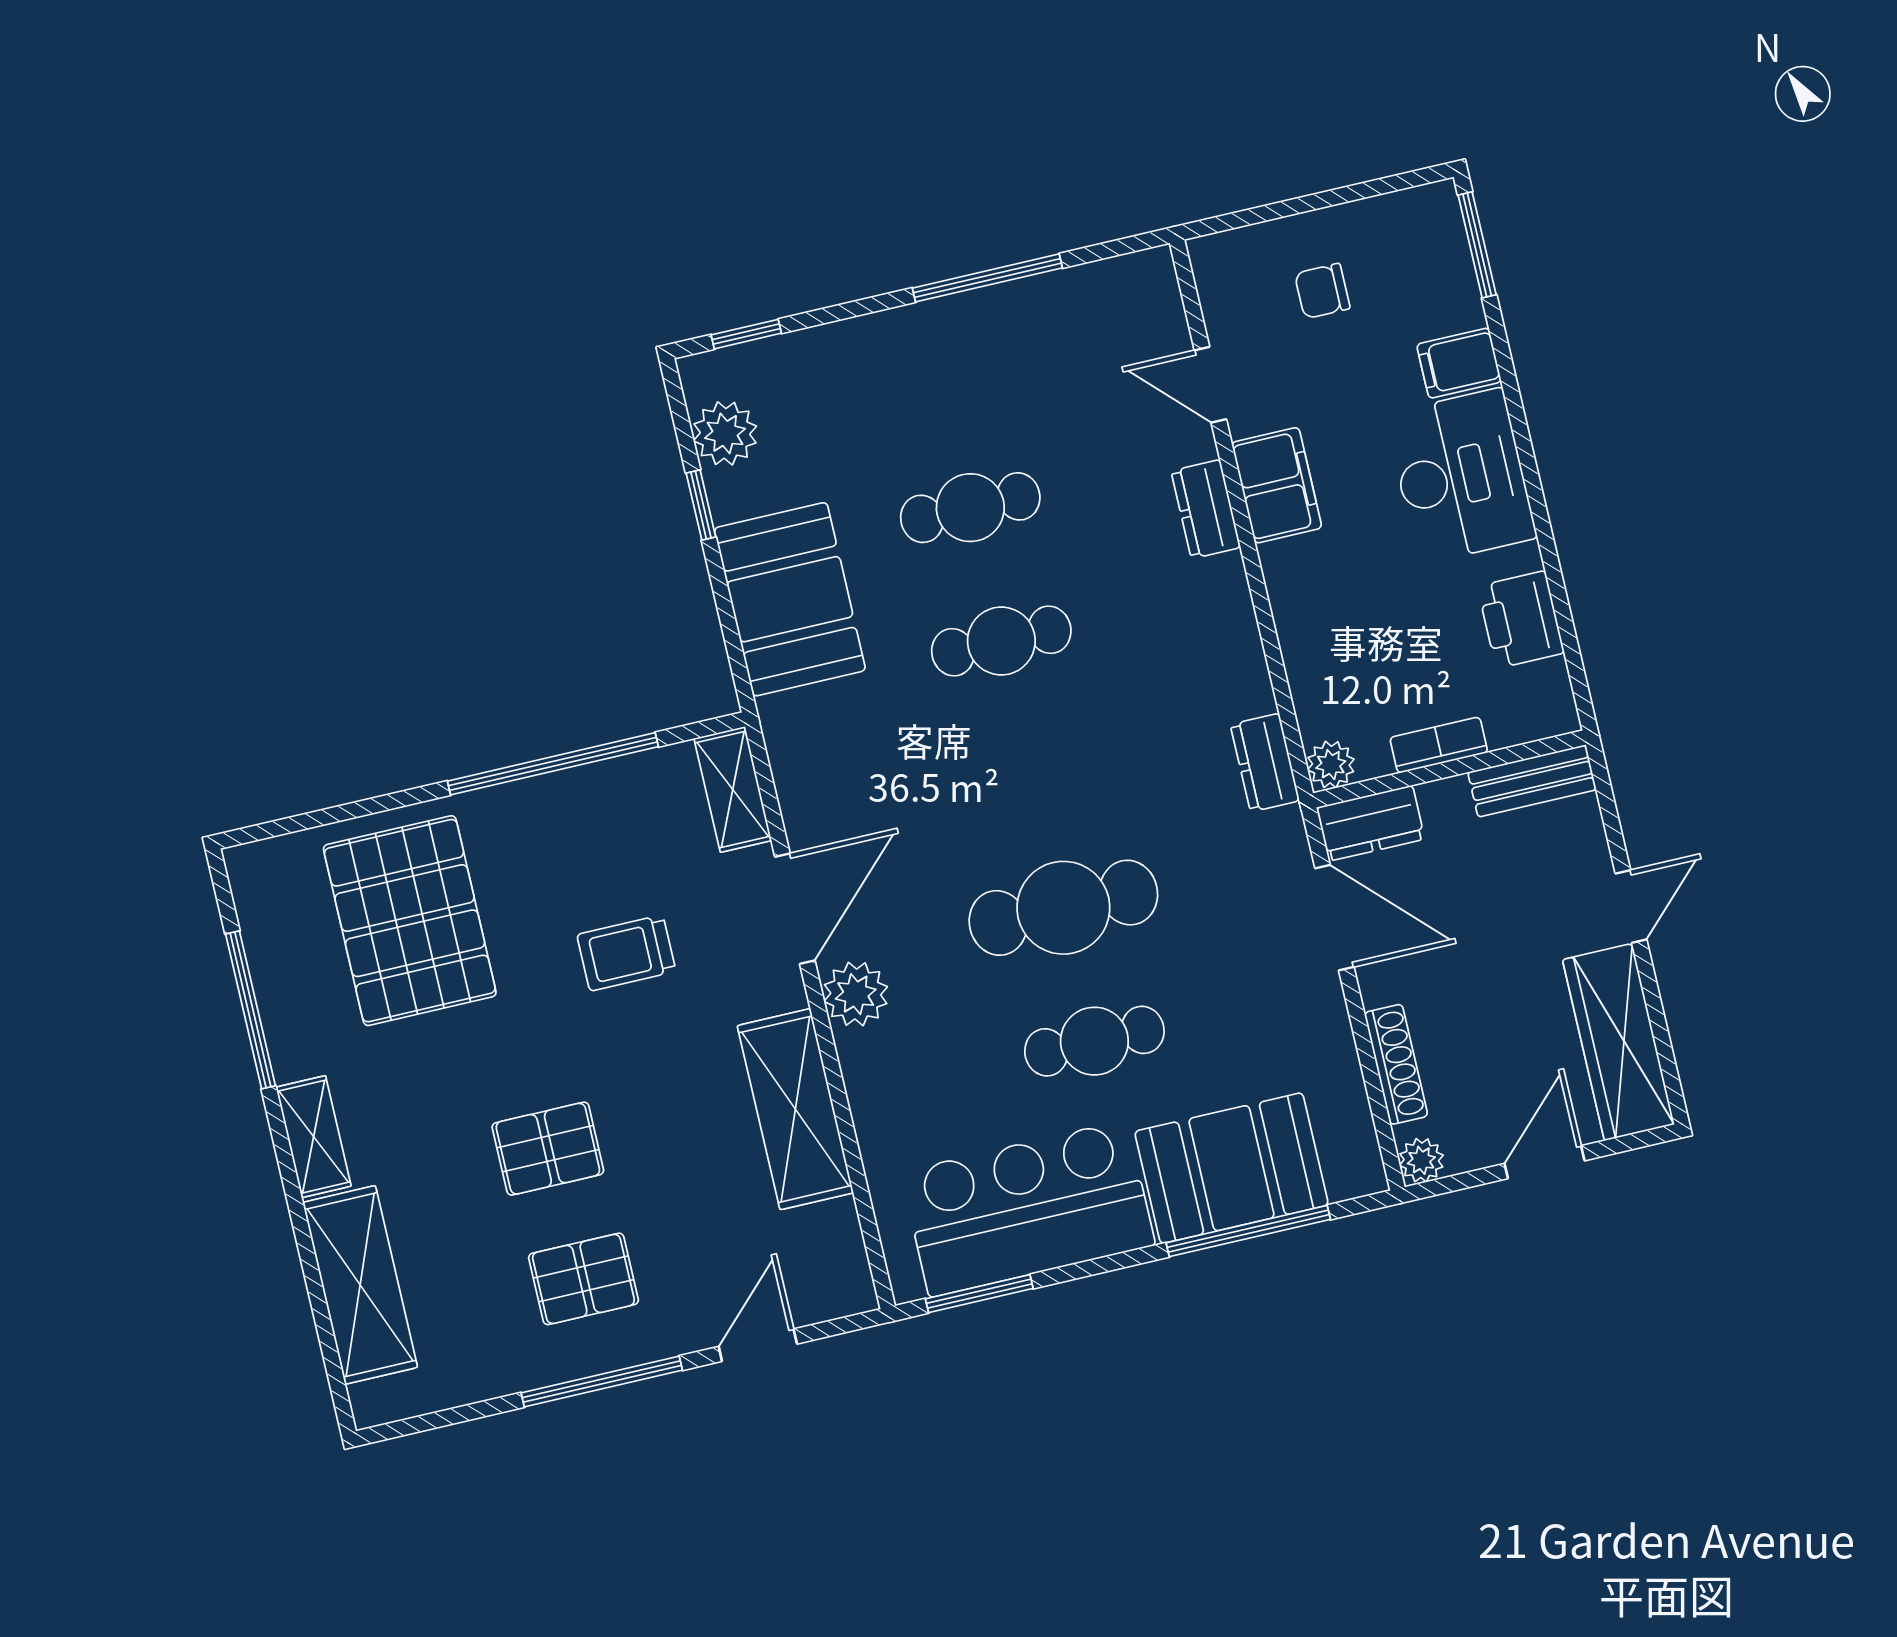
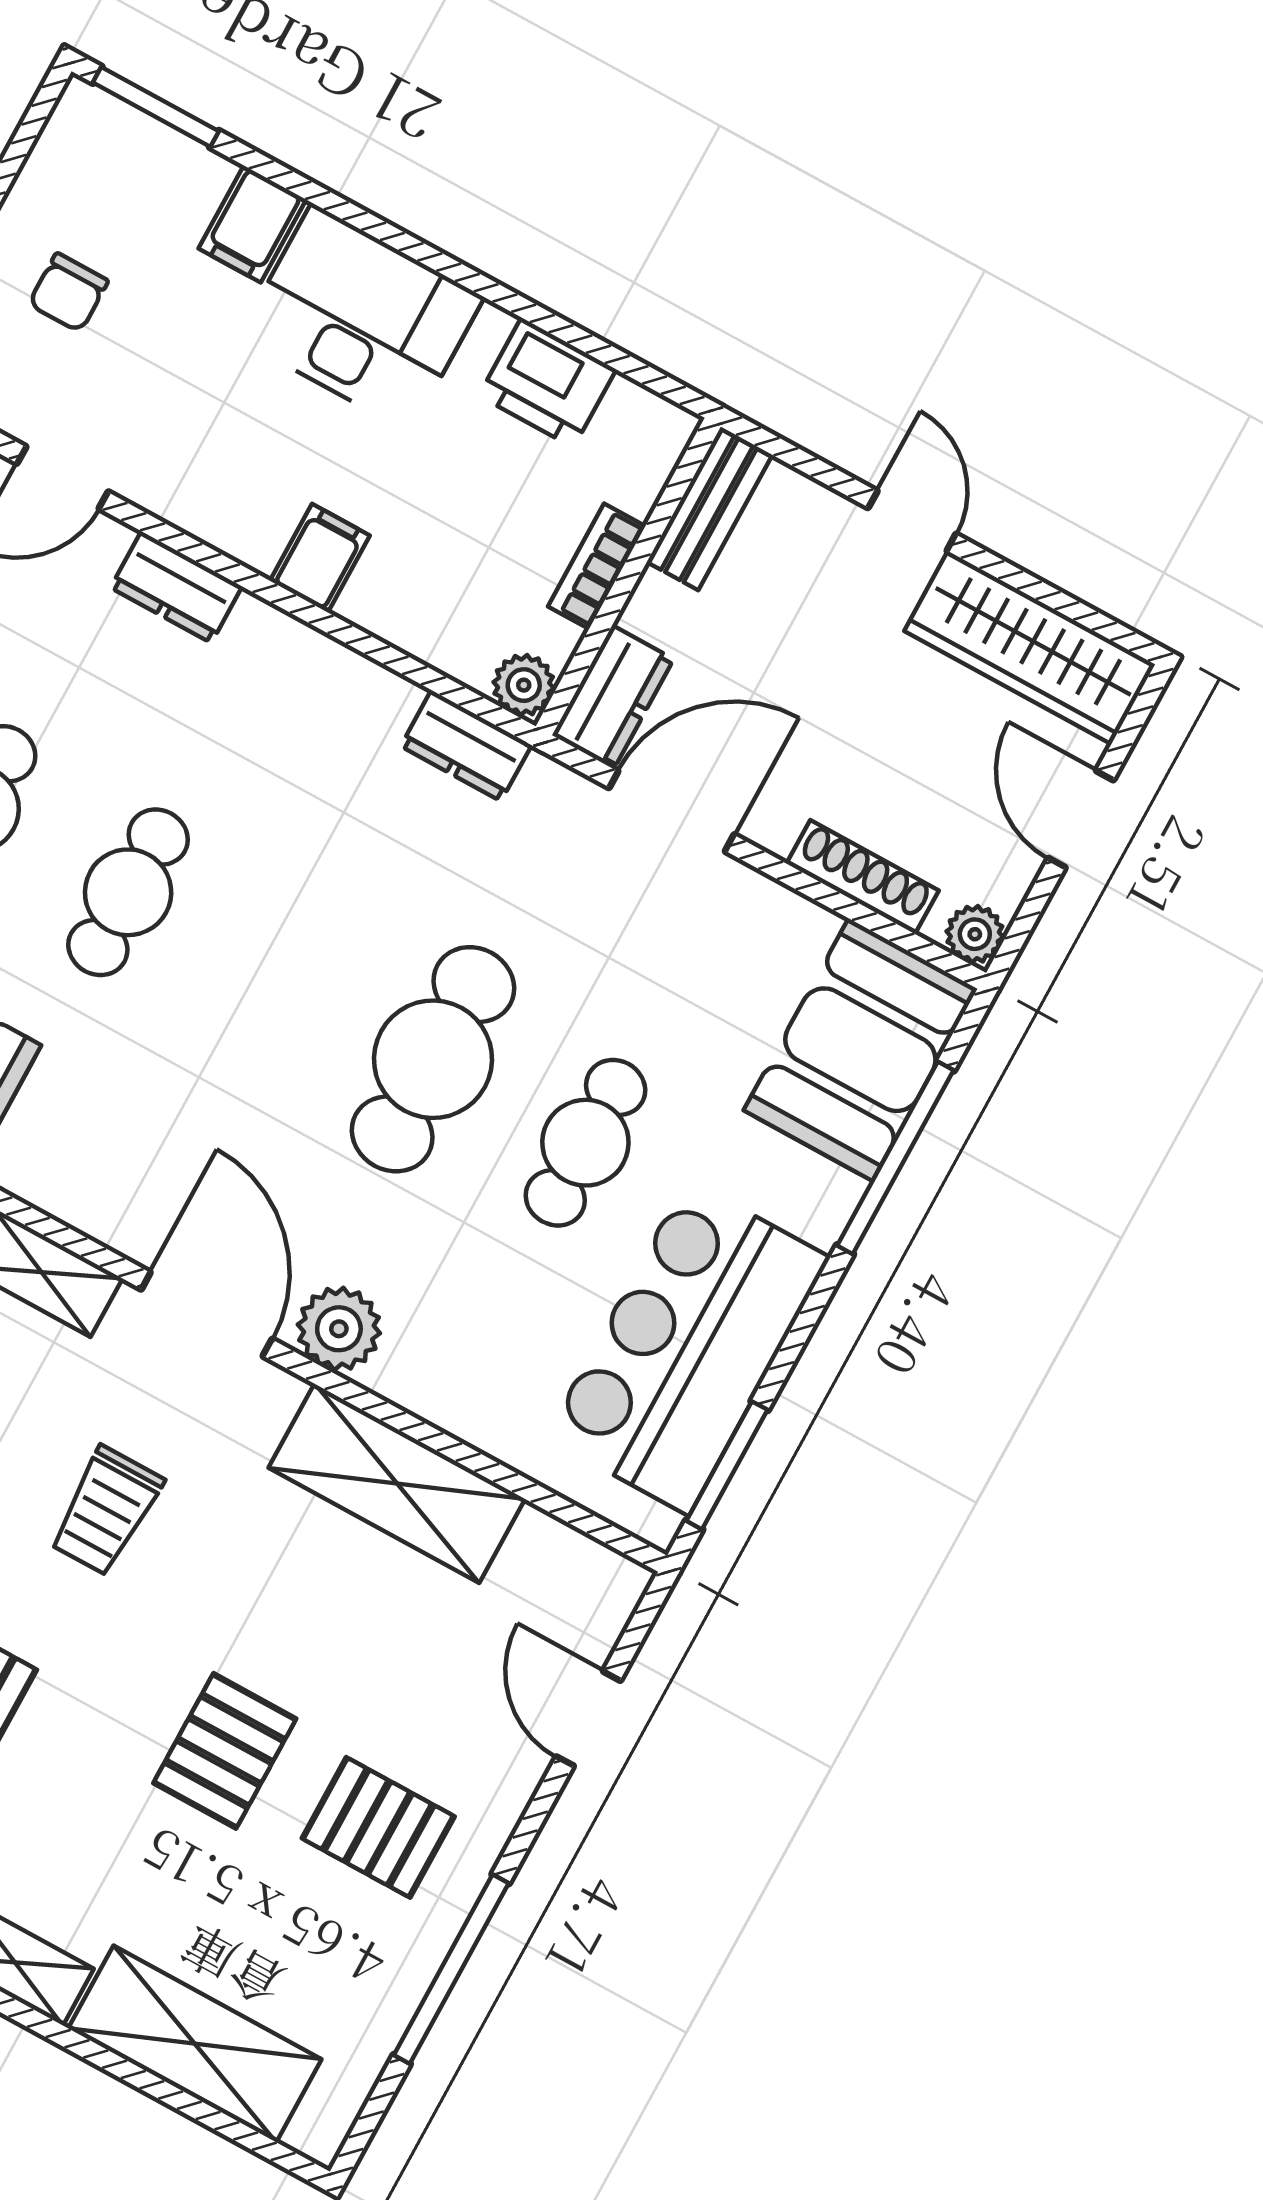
filing cabinet: (1277, 485) -> (320, 558), moved, width x0.50
booth: (1231, 1168) -> (860, 1050), moved
pallet: (583, 1279) -> (378, 1827), turned 90
window: (602, 1381) -> (451, 1969), moved

